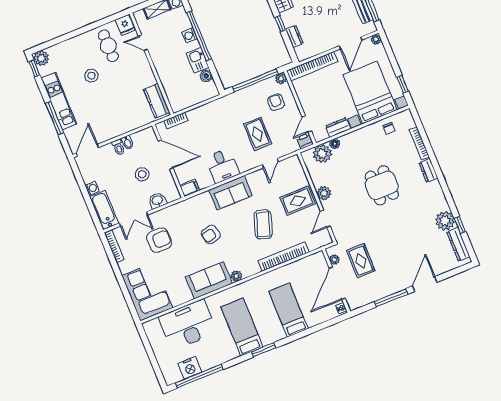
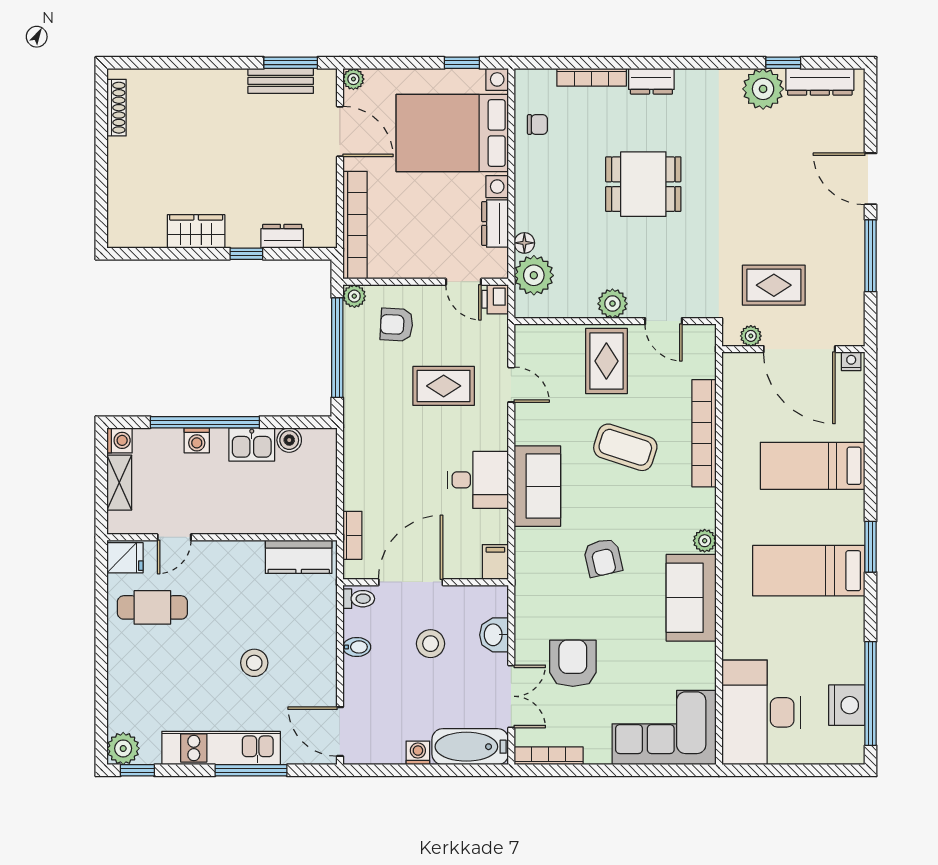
stool: (91, 76) -> (254, 663), moved
toilet: (118, 147) -> (359, 599), moved
desk: (188, 325) -> (761, 712), moved

